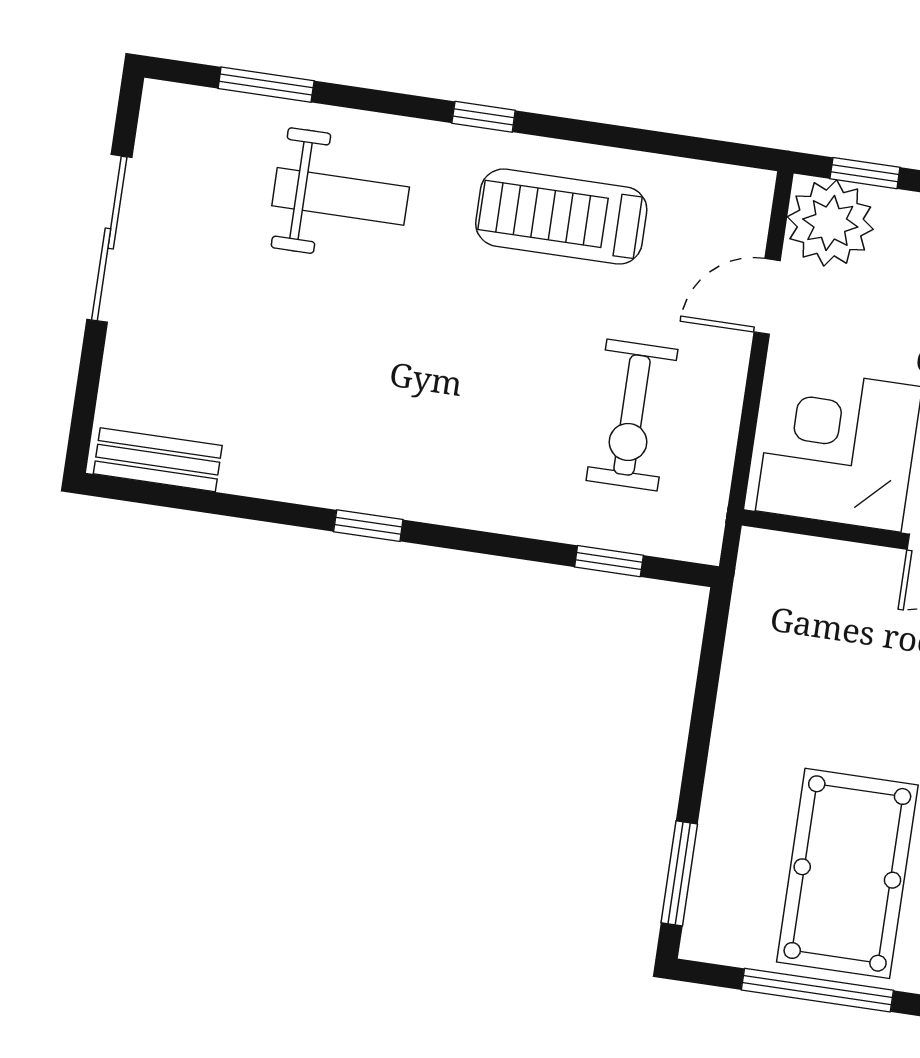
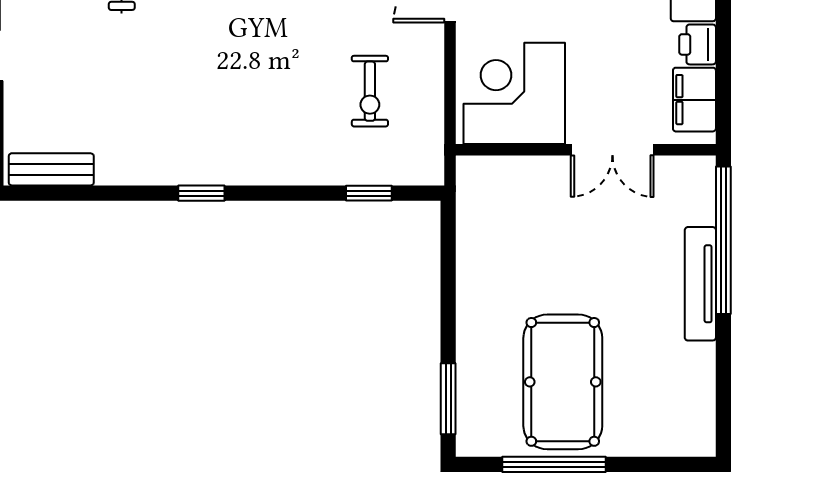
exercise bike: (632, 415) -> (370, 91), width x0.73, depth x0.72

